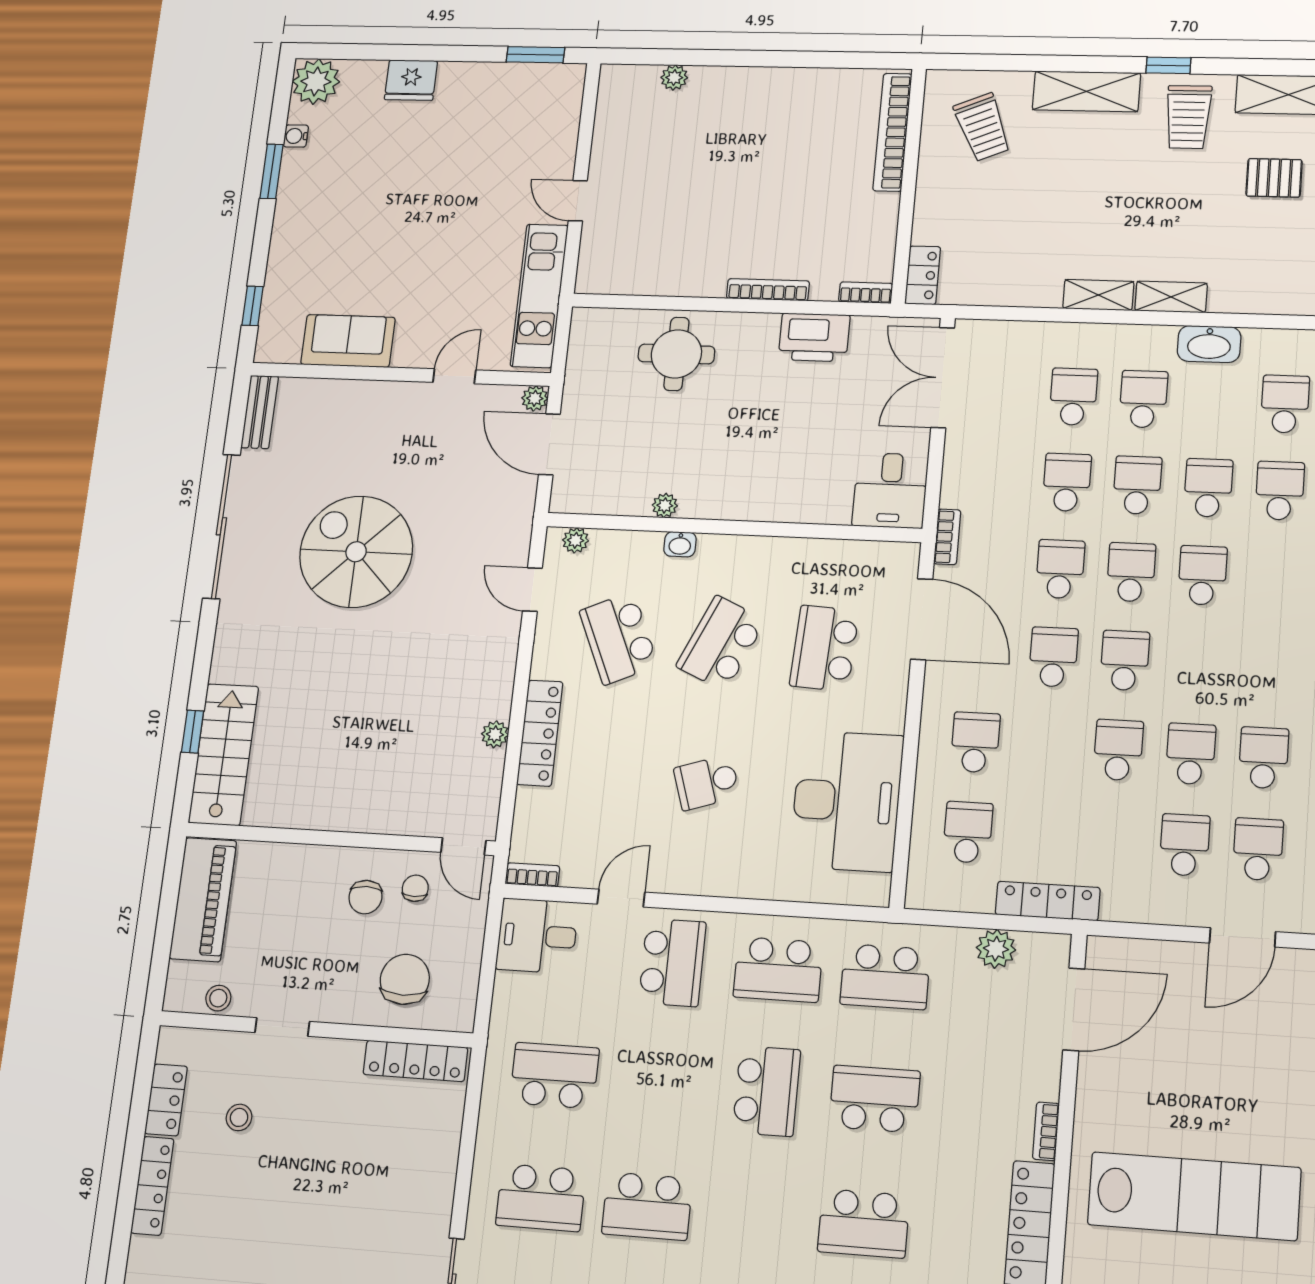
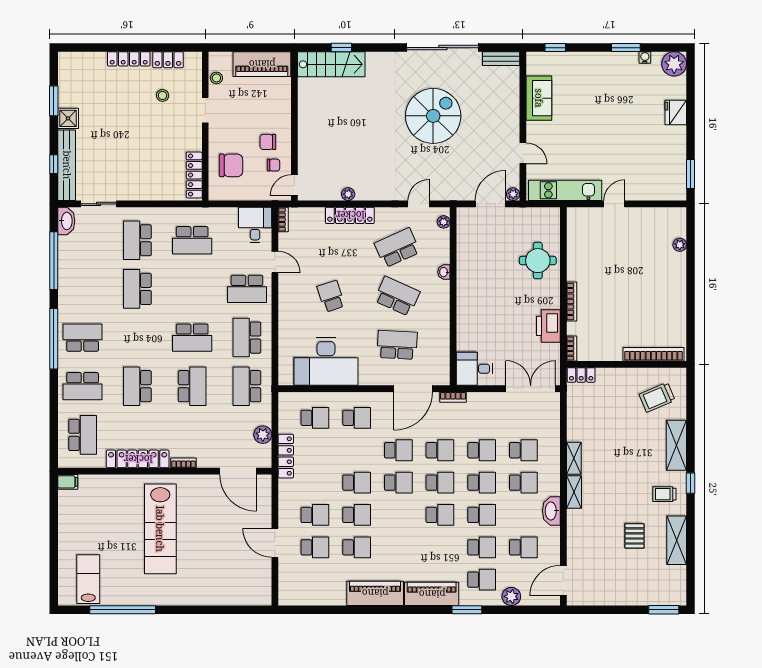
trolley: (1188, 117) -> (664, 494), width x0.73, depth x0.72
plant: (665, 505) -> (462, 263), removed
school desk: (554, 1076) -> (192, 240), turned 90

